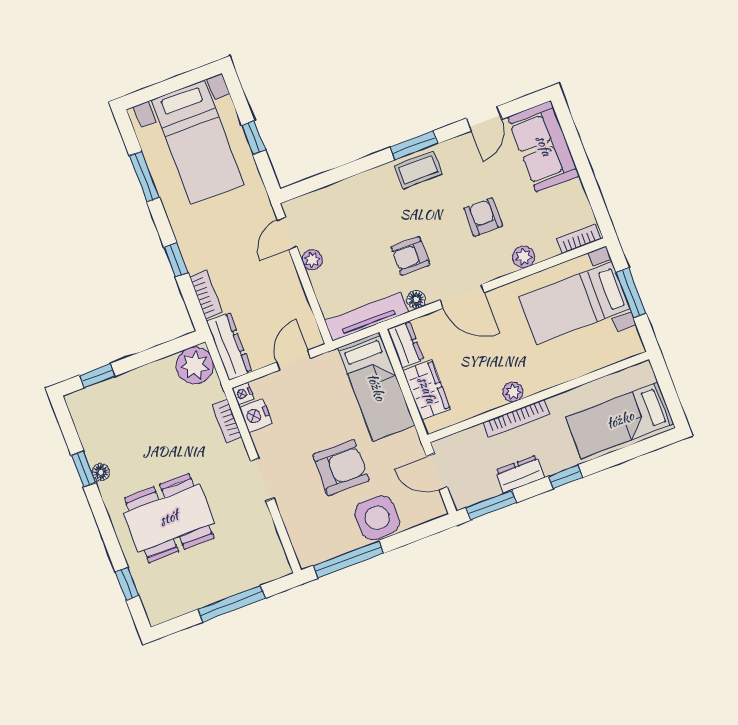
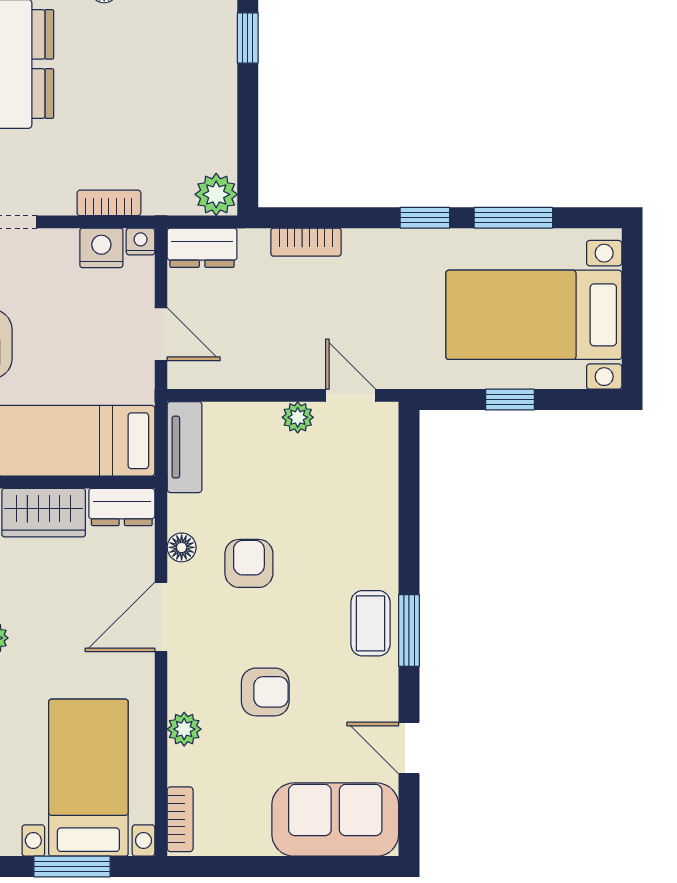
window: (176, 260) -> (425, 218), moved
tv unit: (367, 316) -> (185, 447), width x0.71
dresser: (229, 346) -> (202, 248), width x0.70
plant: (195, 365) -> (216, 194), width x0.73, depth x0.73

